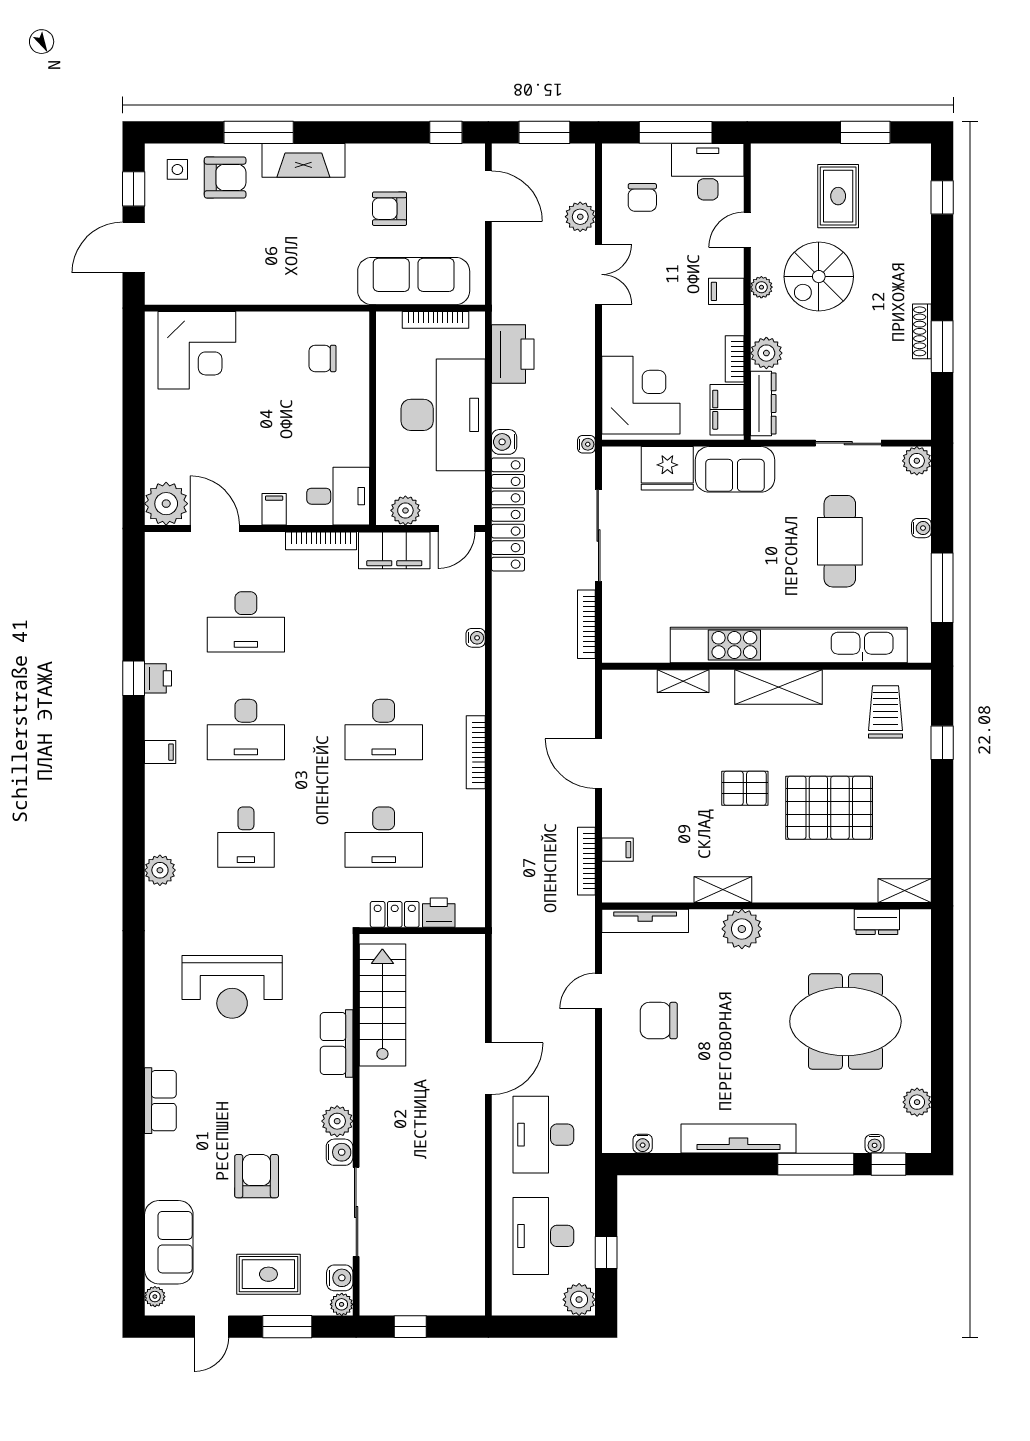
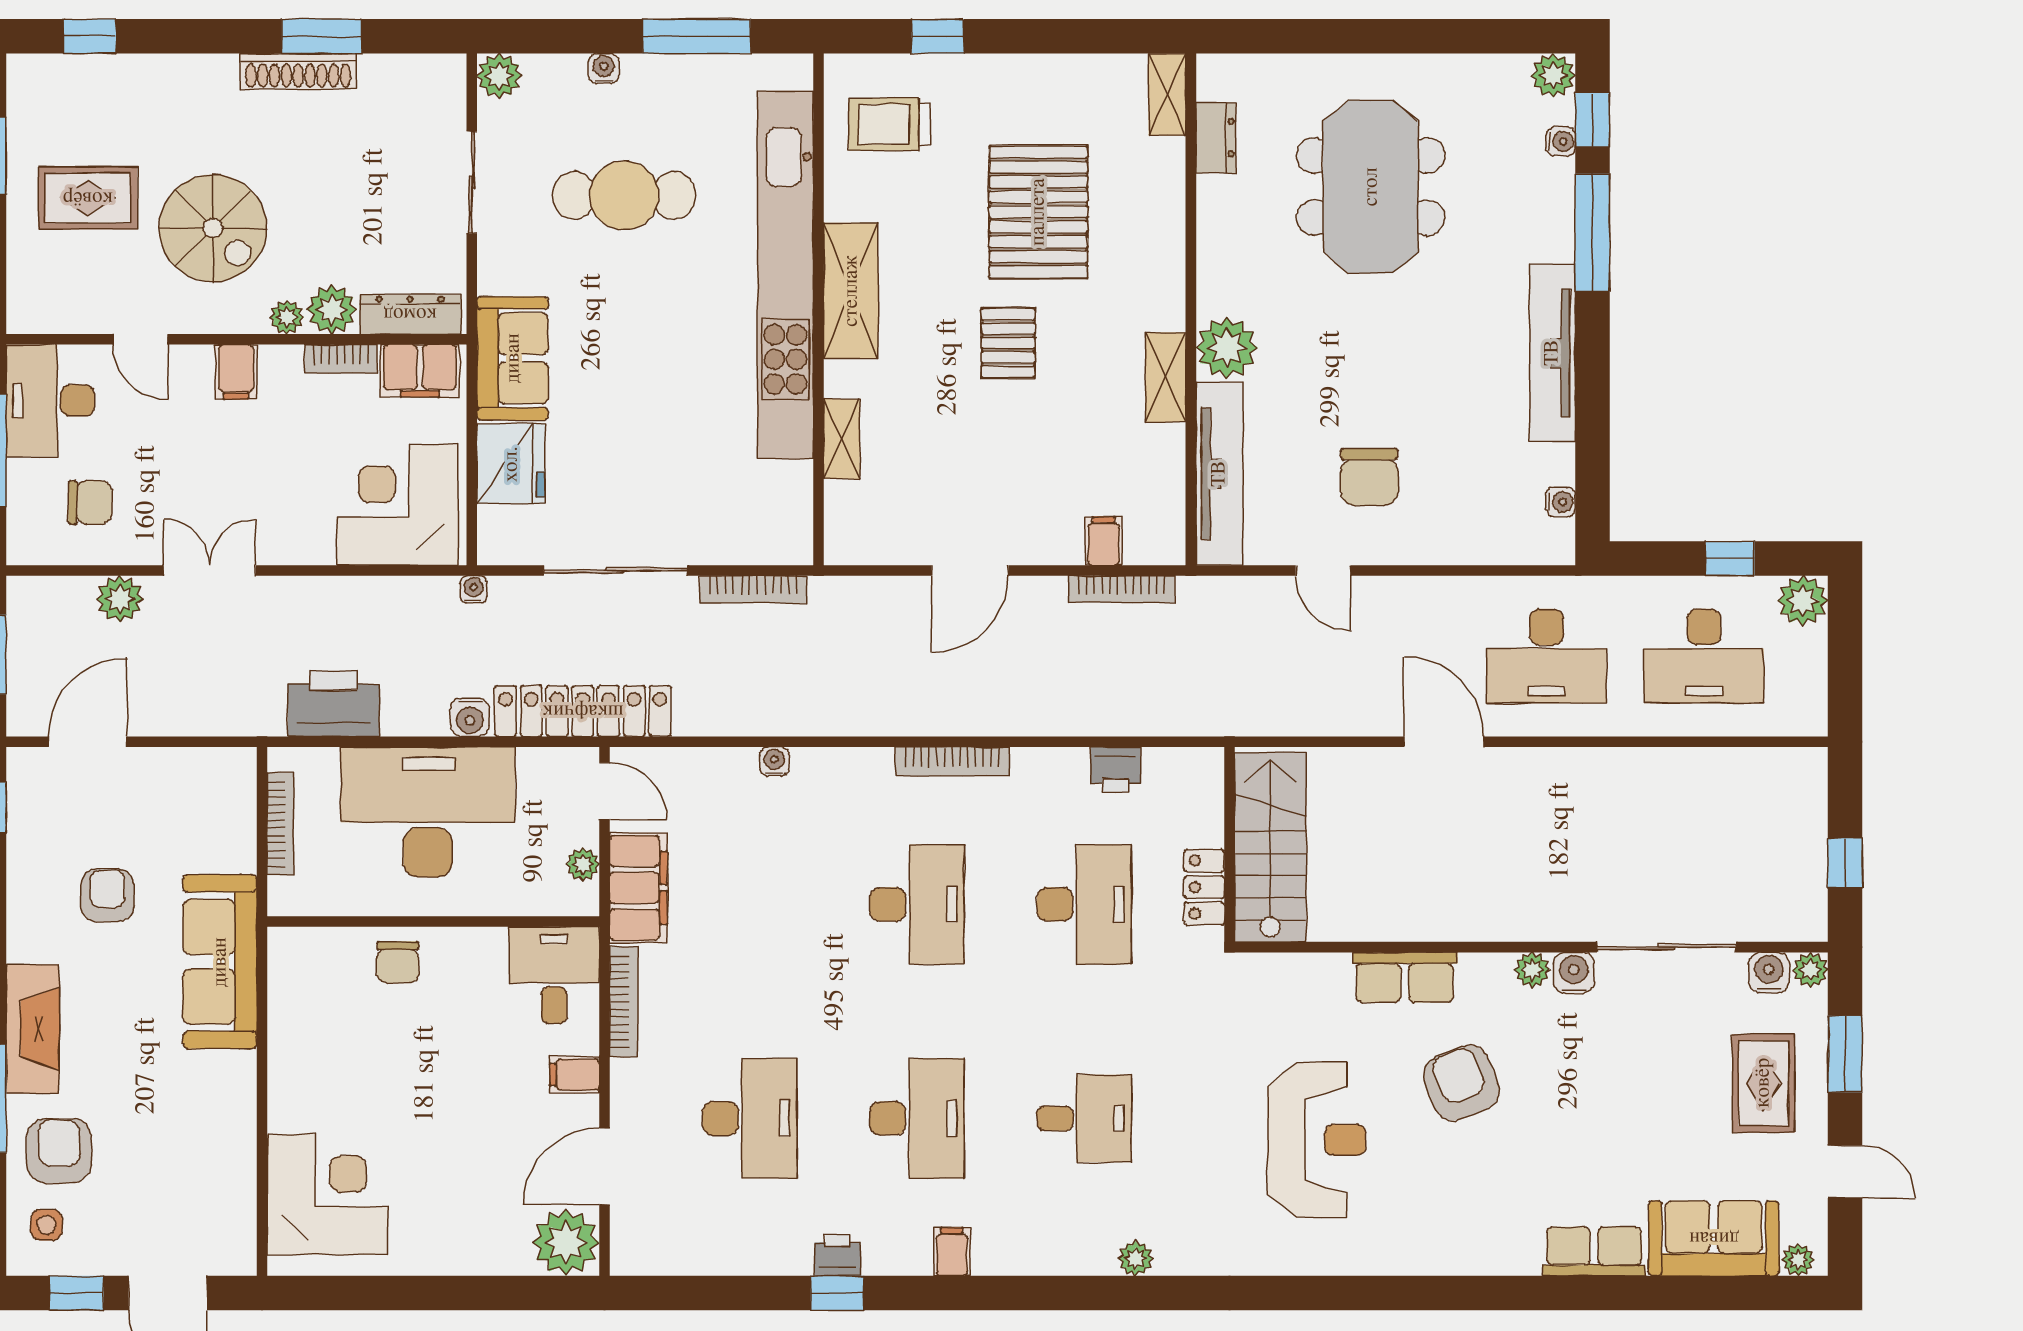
armchair: (389, 209) -> (108, 895), turned 180
sofa: (414, 281) -> (220, 962), moved
plant: (761, 287) -> (287, 317), moved
shoe rack: (922, 331) -> (298, 71), width x1.36, depth x1.24
chair: (322, 358) -> (398, 962), moved
plant: (405, 510) -> (583, 864), width x0.73, depth x0.73
plant: (160, 870) -> (1136, 1259), width x0.73, depth x0.73
printer: (439, 913) -> (1115, 770), moved, turned -90
tv unit: (645, 921) -> (1219, 474), width x1.36, depth x1.29
stairs: (382, 1005) -> (1270, 847), moved, turned 90
row of seats: (160, 1101) -> (1594, 1251), moved
plant: (917, 1102) -> (1553, 75), moved
plant: (337, 1121) -> (1532, 970), width x0.73, depth x0.73
armchair: (257, 1176) -> (1461, 1083), moved, turned 68

